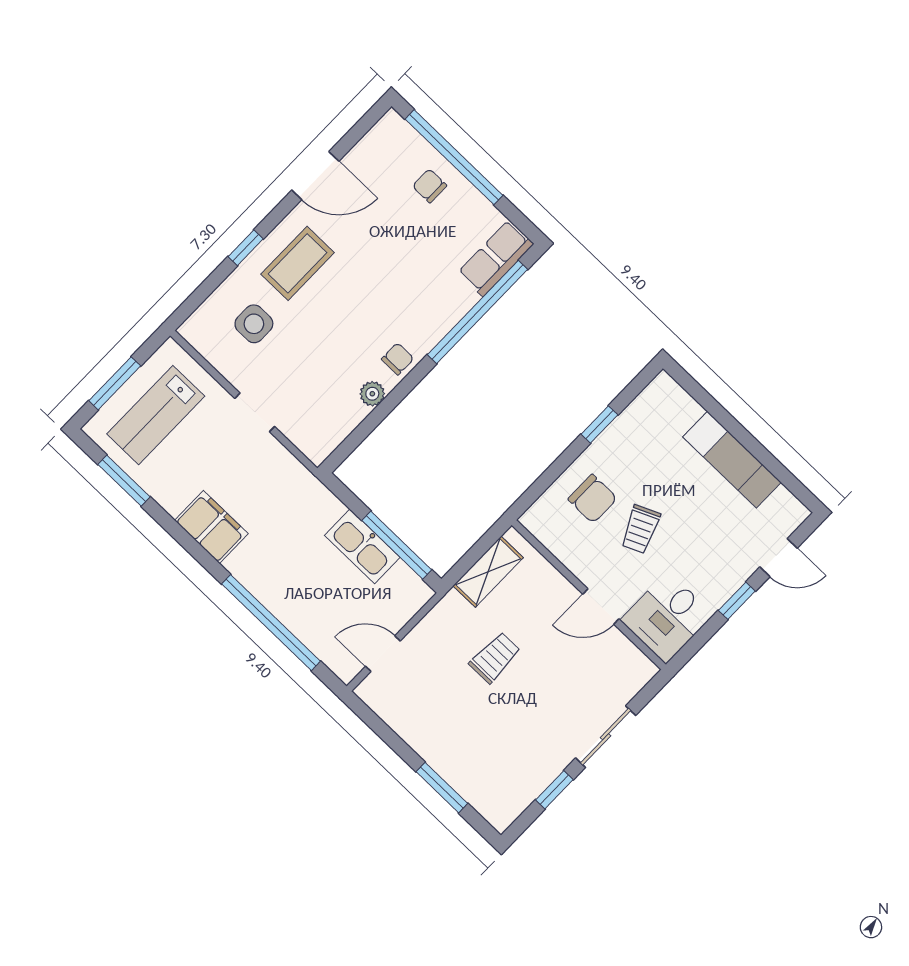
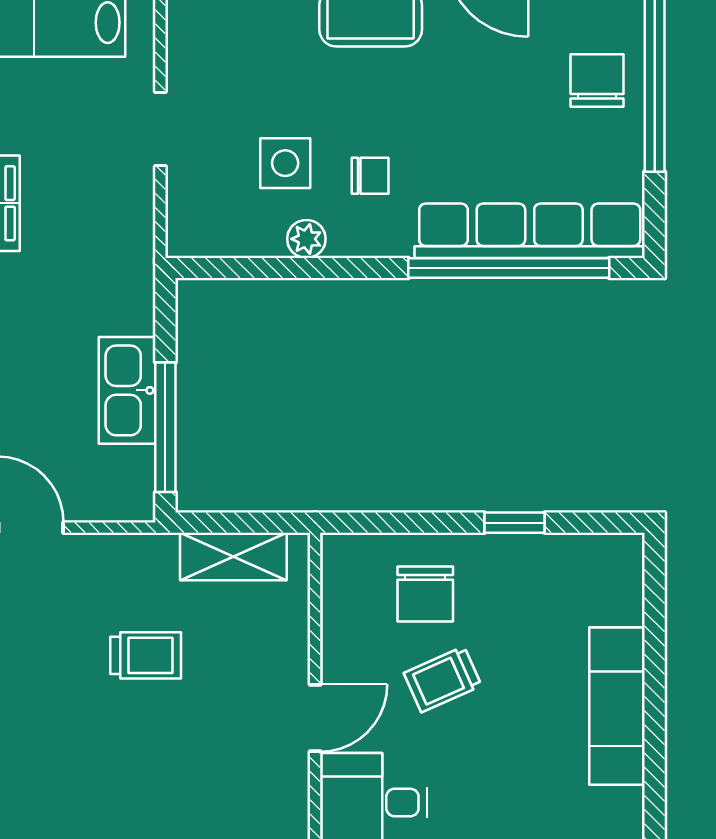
chair: (430, 186) -> (597, 81), width x1.37, depth x1.37
row of seats: (496, 258) -> (530, 231), width x2.02
side table: (254, 324) -> (285, 163), moved
chair: (398, 359) -> (370, 176), moved
door: (601, 606) -> (315, 718), swing flipped

